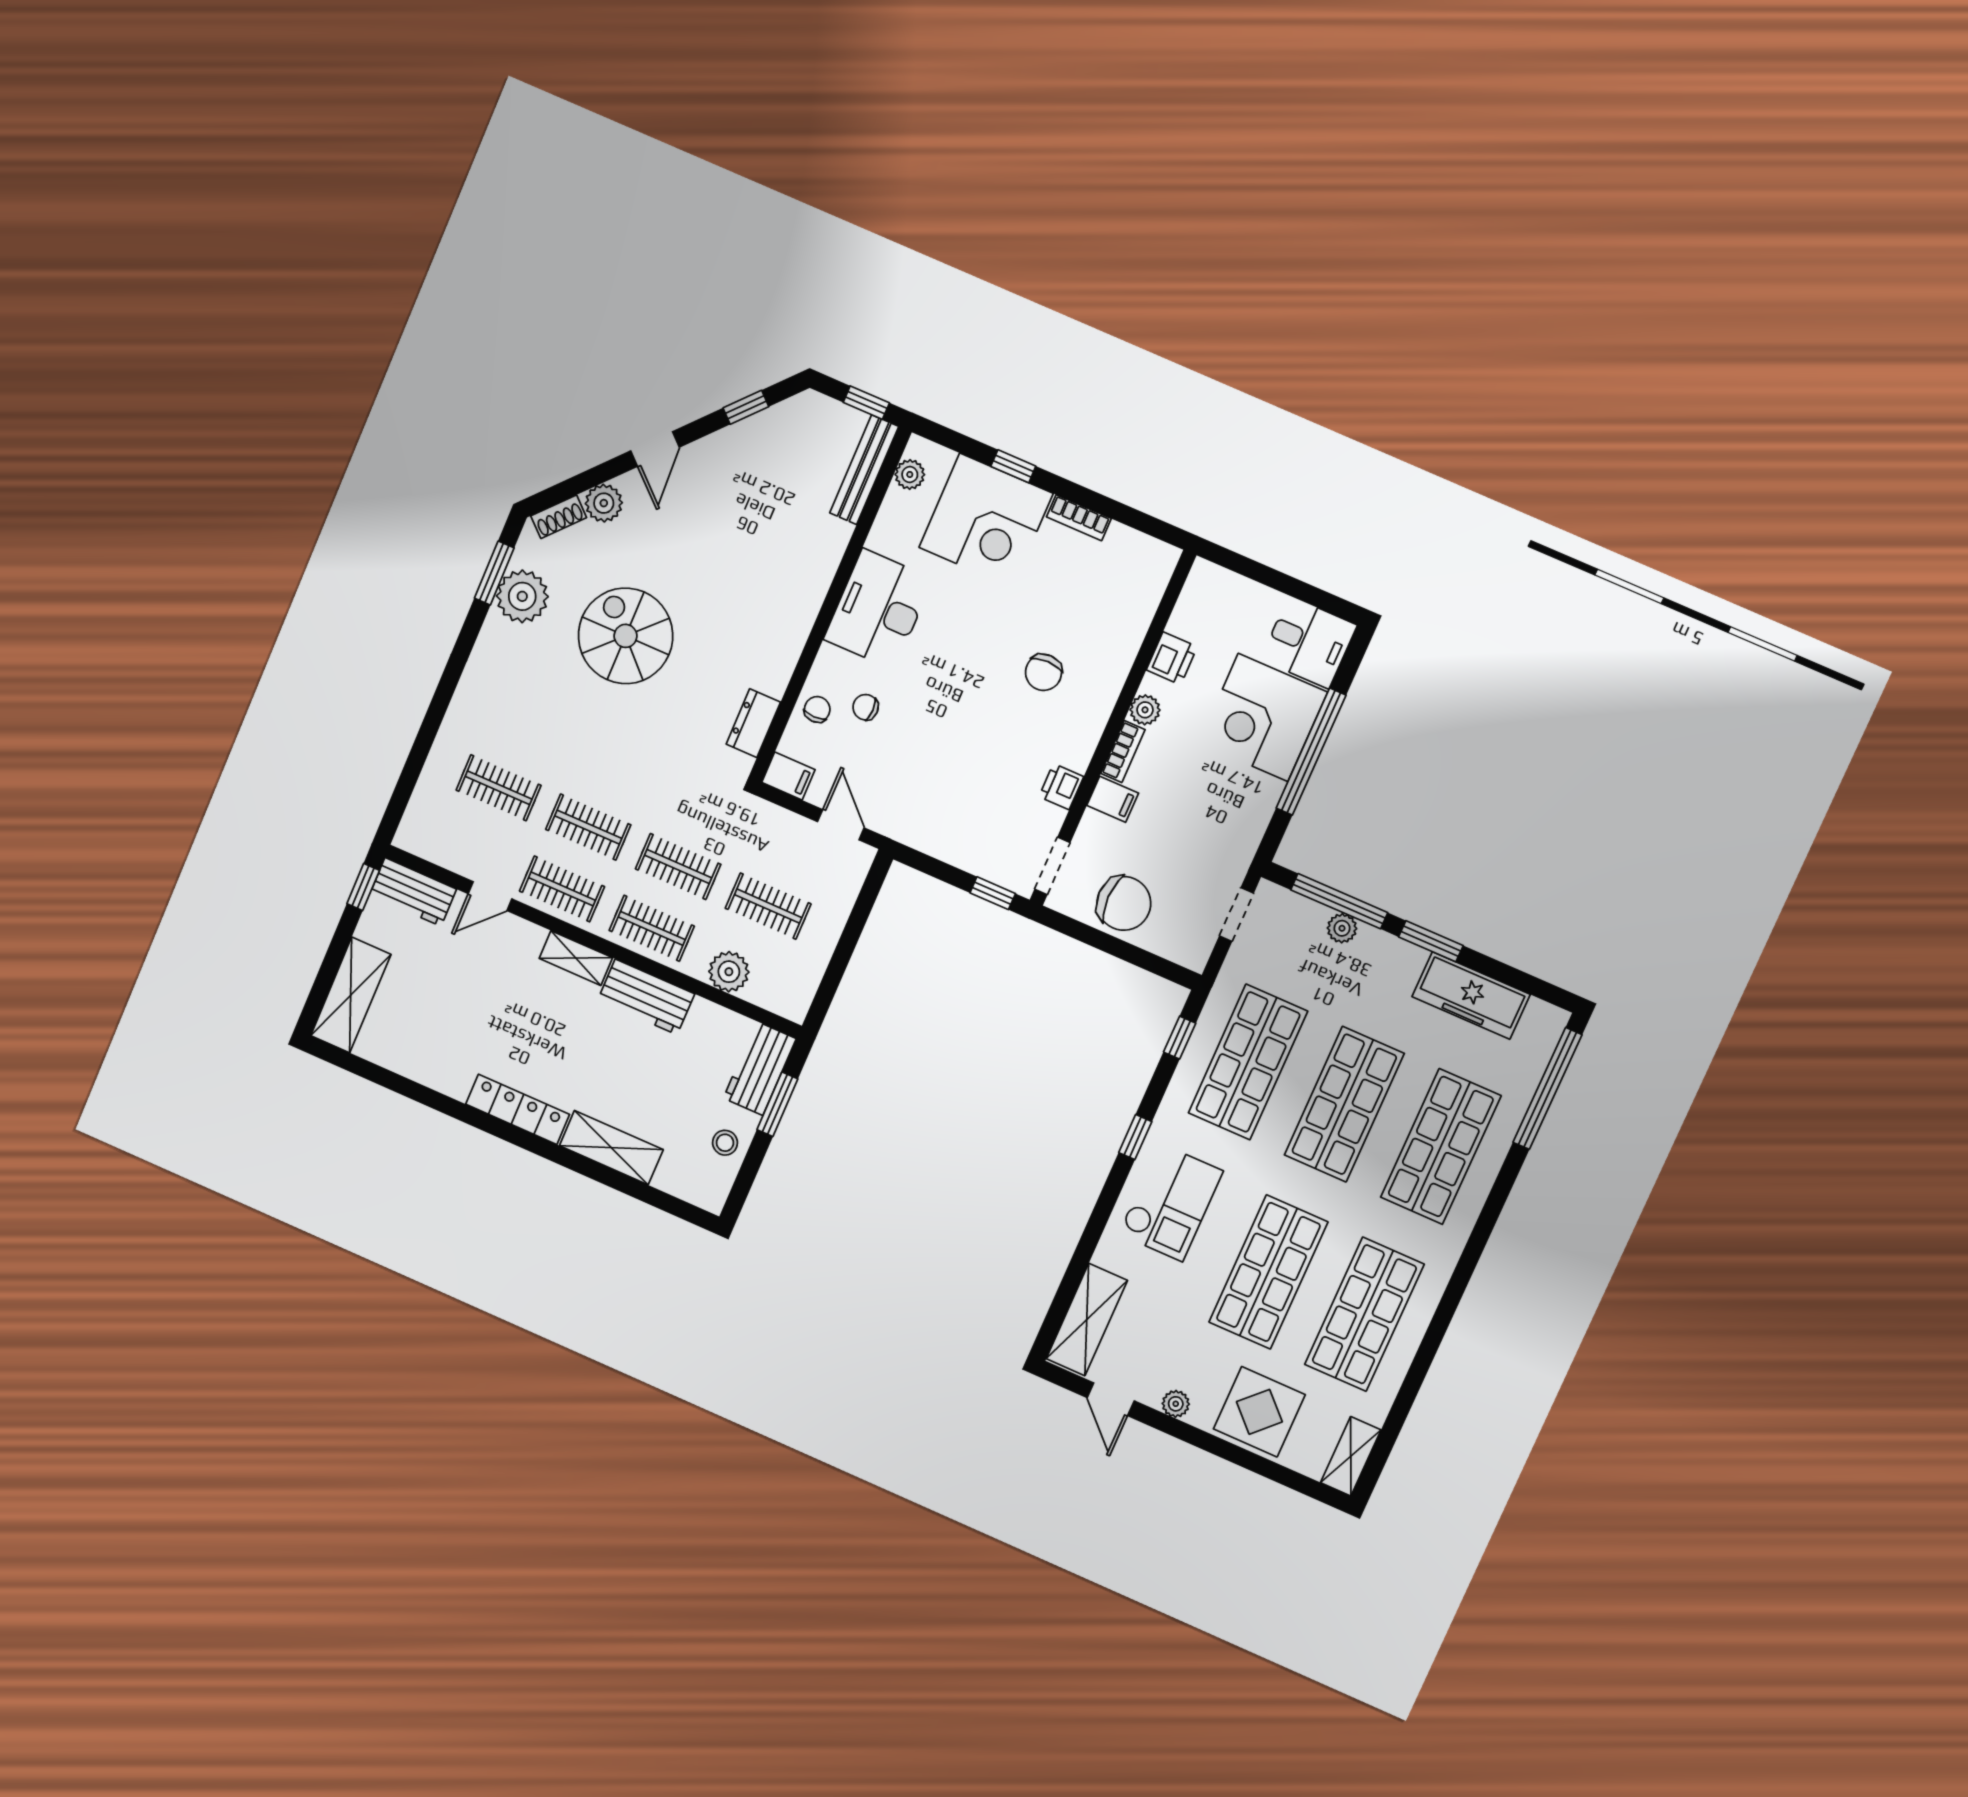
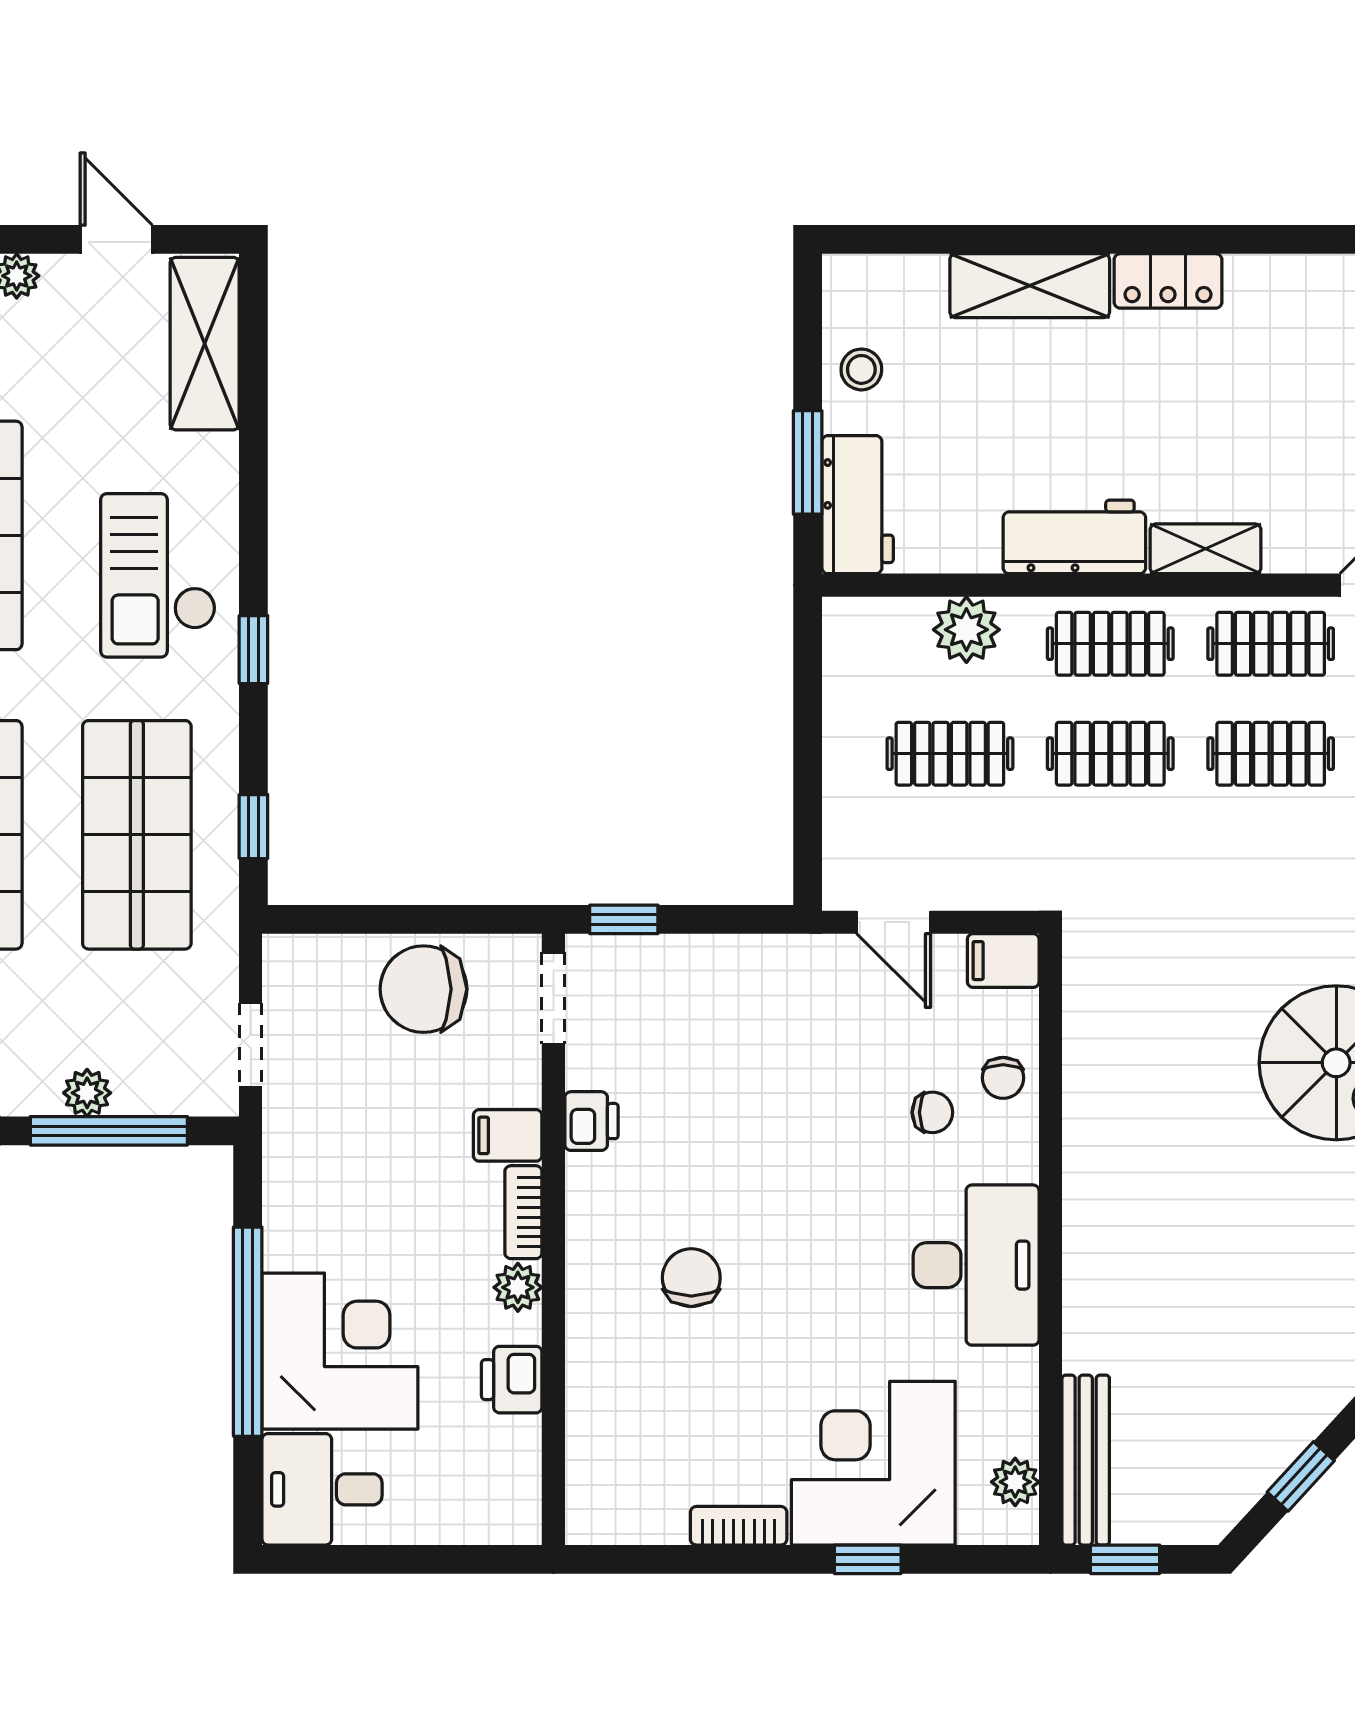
dresser: (753, 723) -> (1089, 1016), removed
locker: (518, 1109) -> (1168, 281), width x0.66

